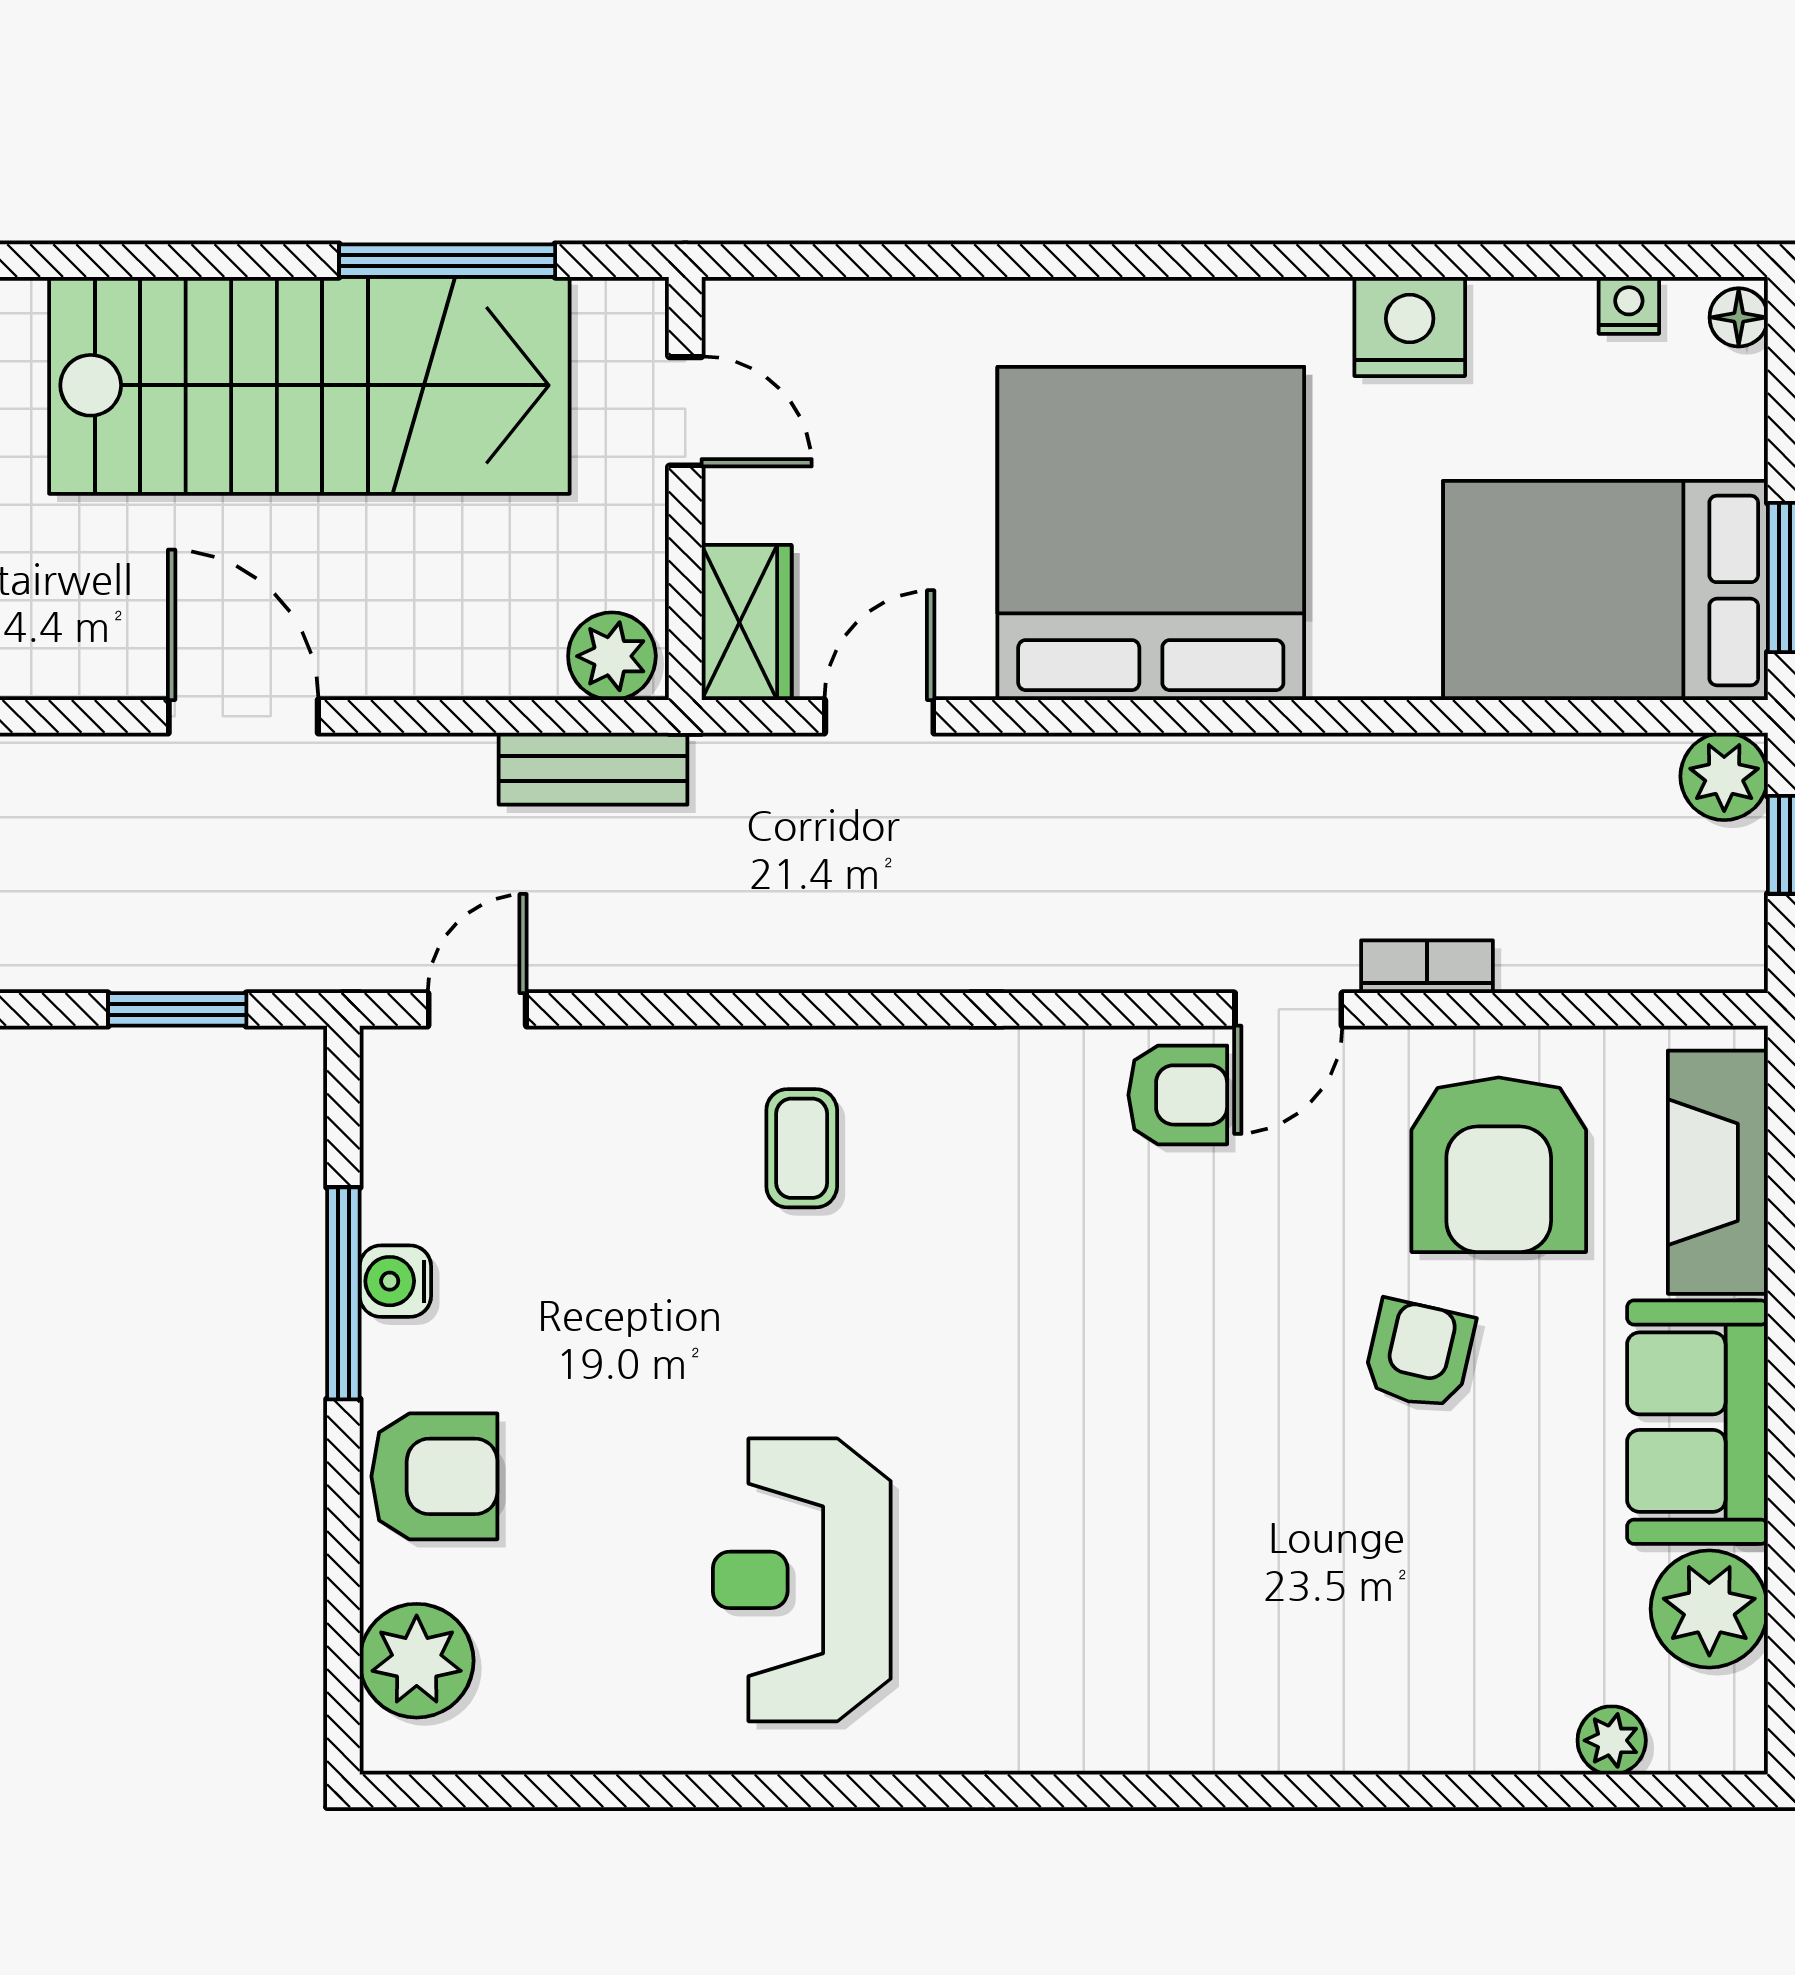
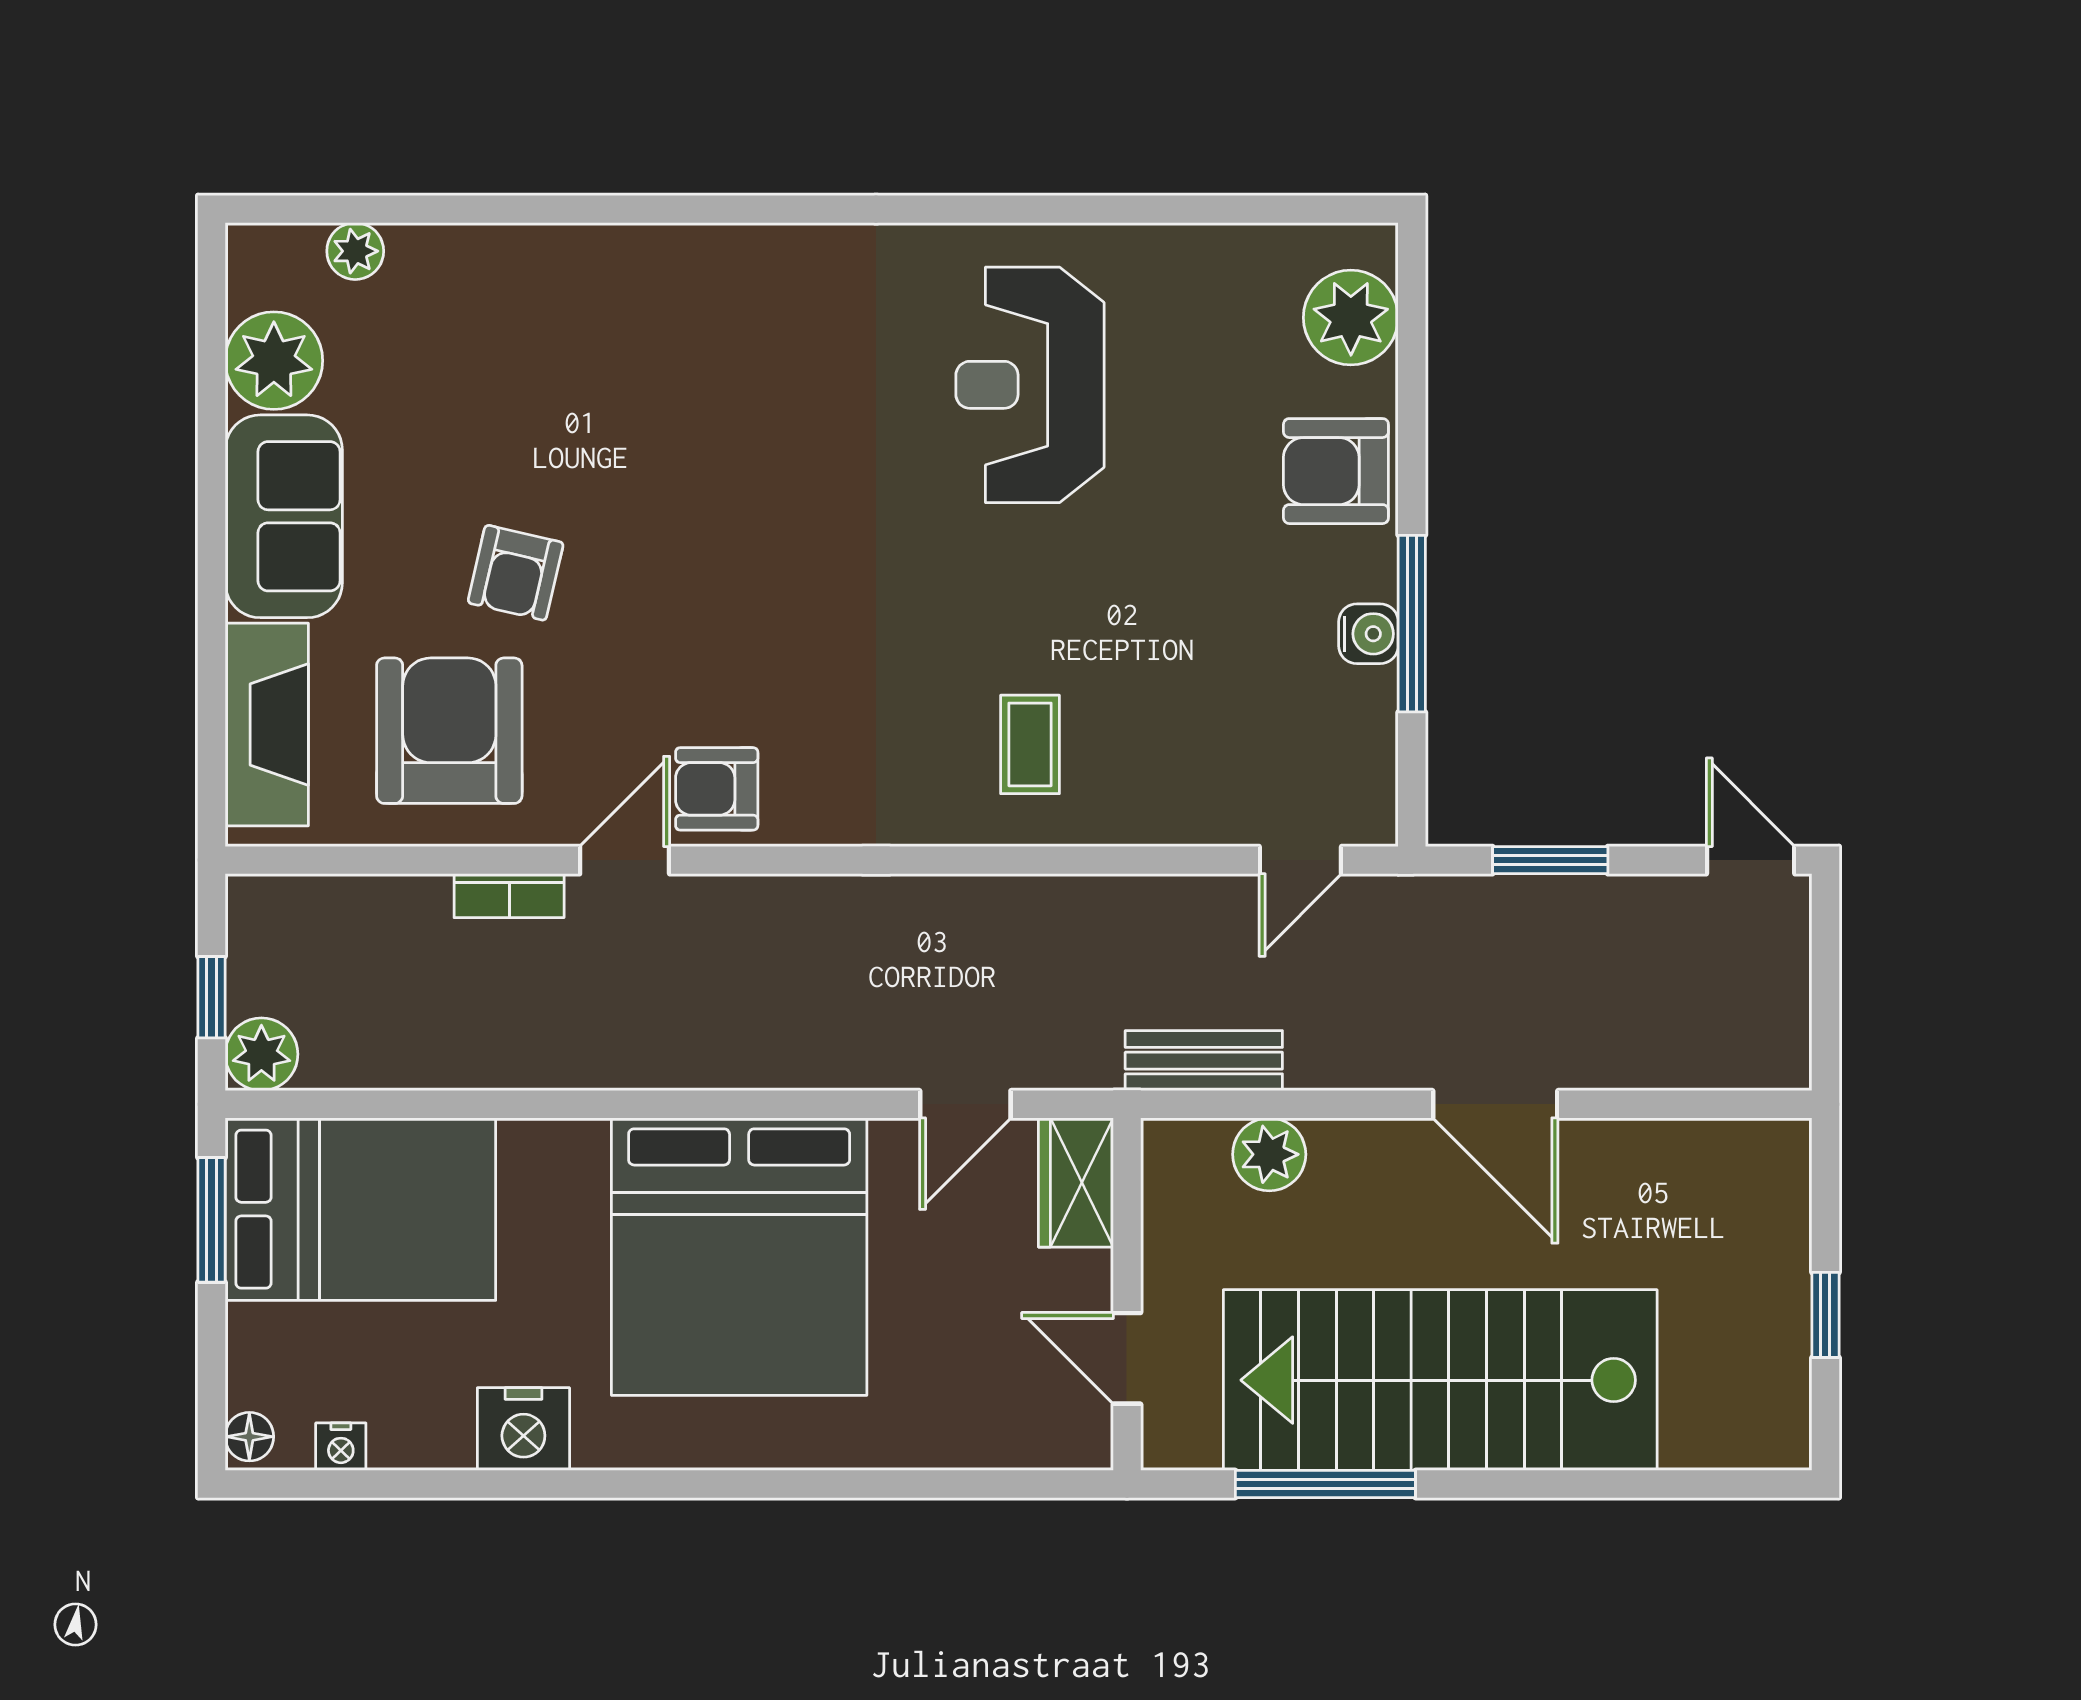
plant: (612, 656) -> (1269, 1154), moved
reception desk: (802, 1580) -> (1030, 385), turned 180

